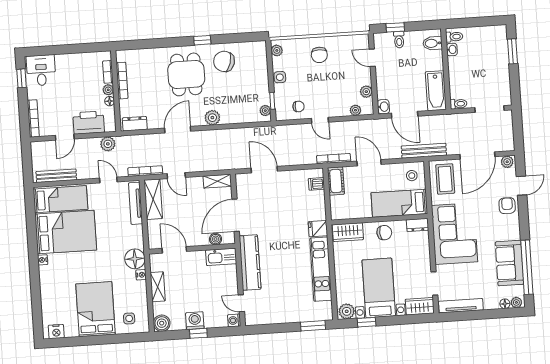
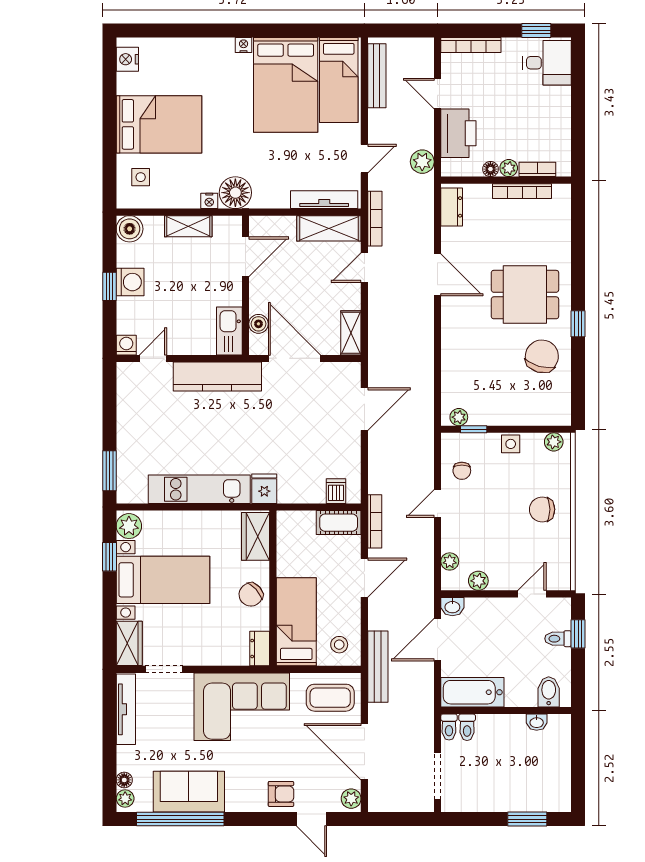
toilet: (454, 37) -> (467, 727), moved
plant: (212, 118) -> (453, 332), removed
chair: (384, 233) -> (251, 595), turned 53

